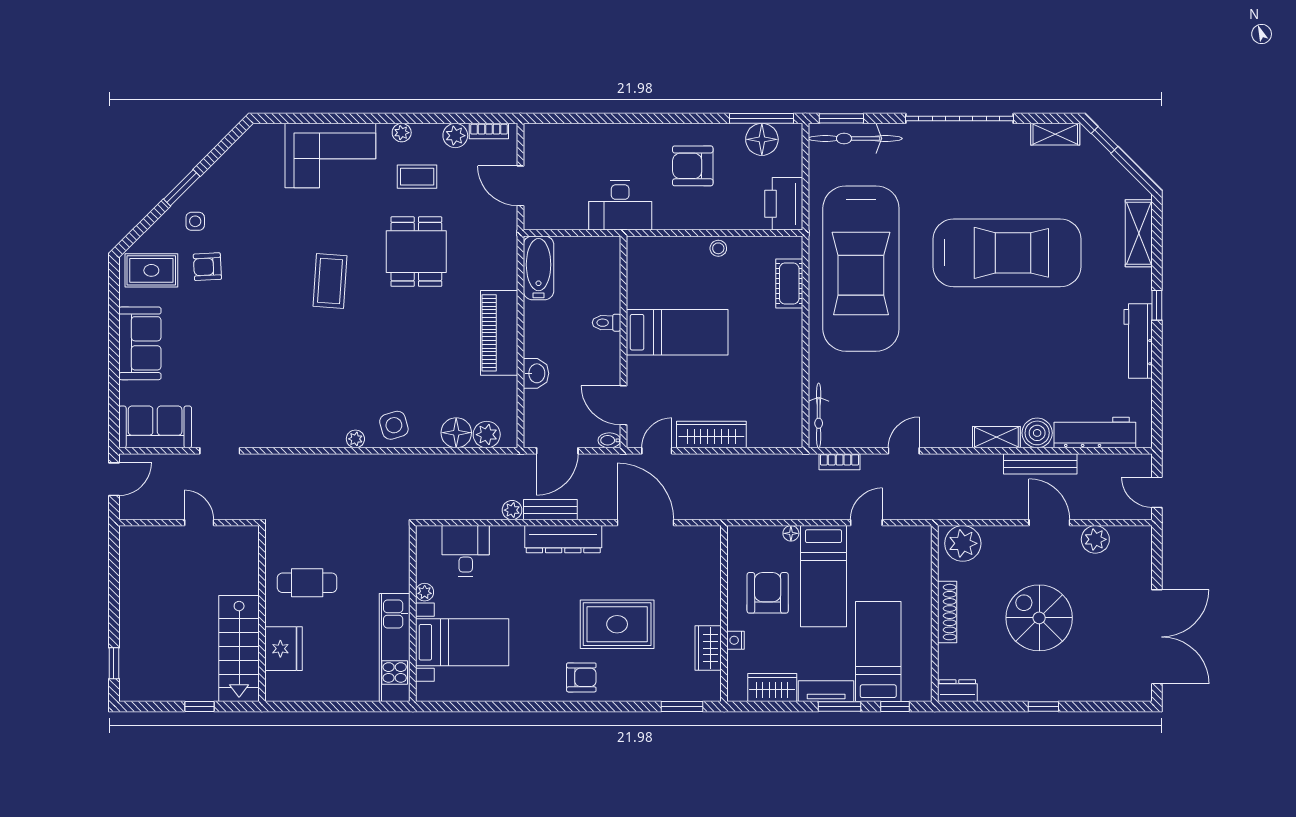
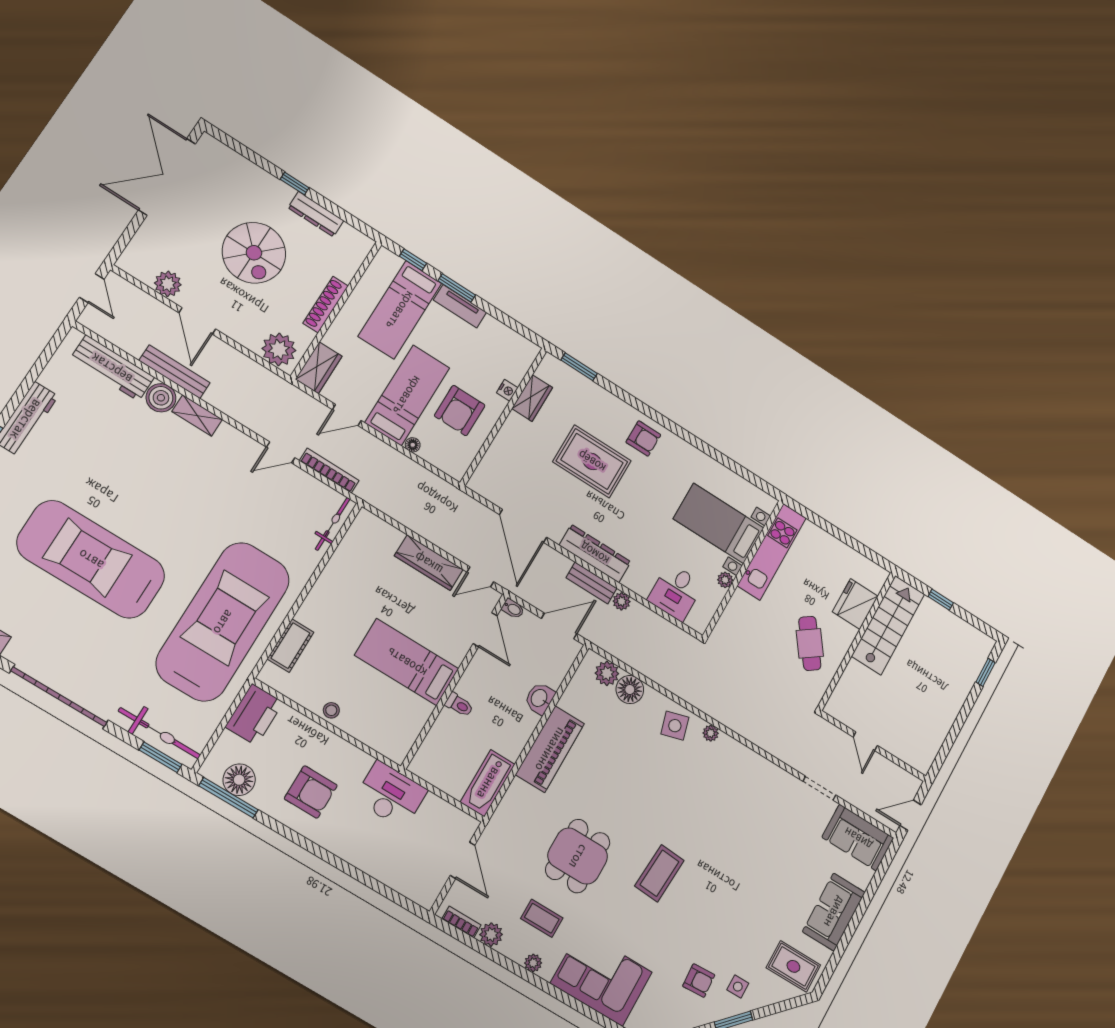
armchair: (207, 267) -> (699, 981), moved
bookcase: (840, 462) -> (329, 471), width x1.56
cafe table: (307, 583) -> (810, 643), turned 54
armchair: (581, 677) -> (643, 438), turned 180
wardrobe: (772, 688) -> (319, 368), moved, turned -90
dresser: (957, 691) -> (316, 214), moved, width x1.44

